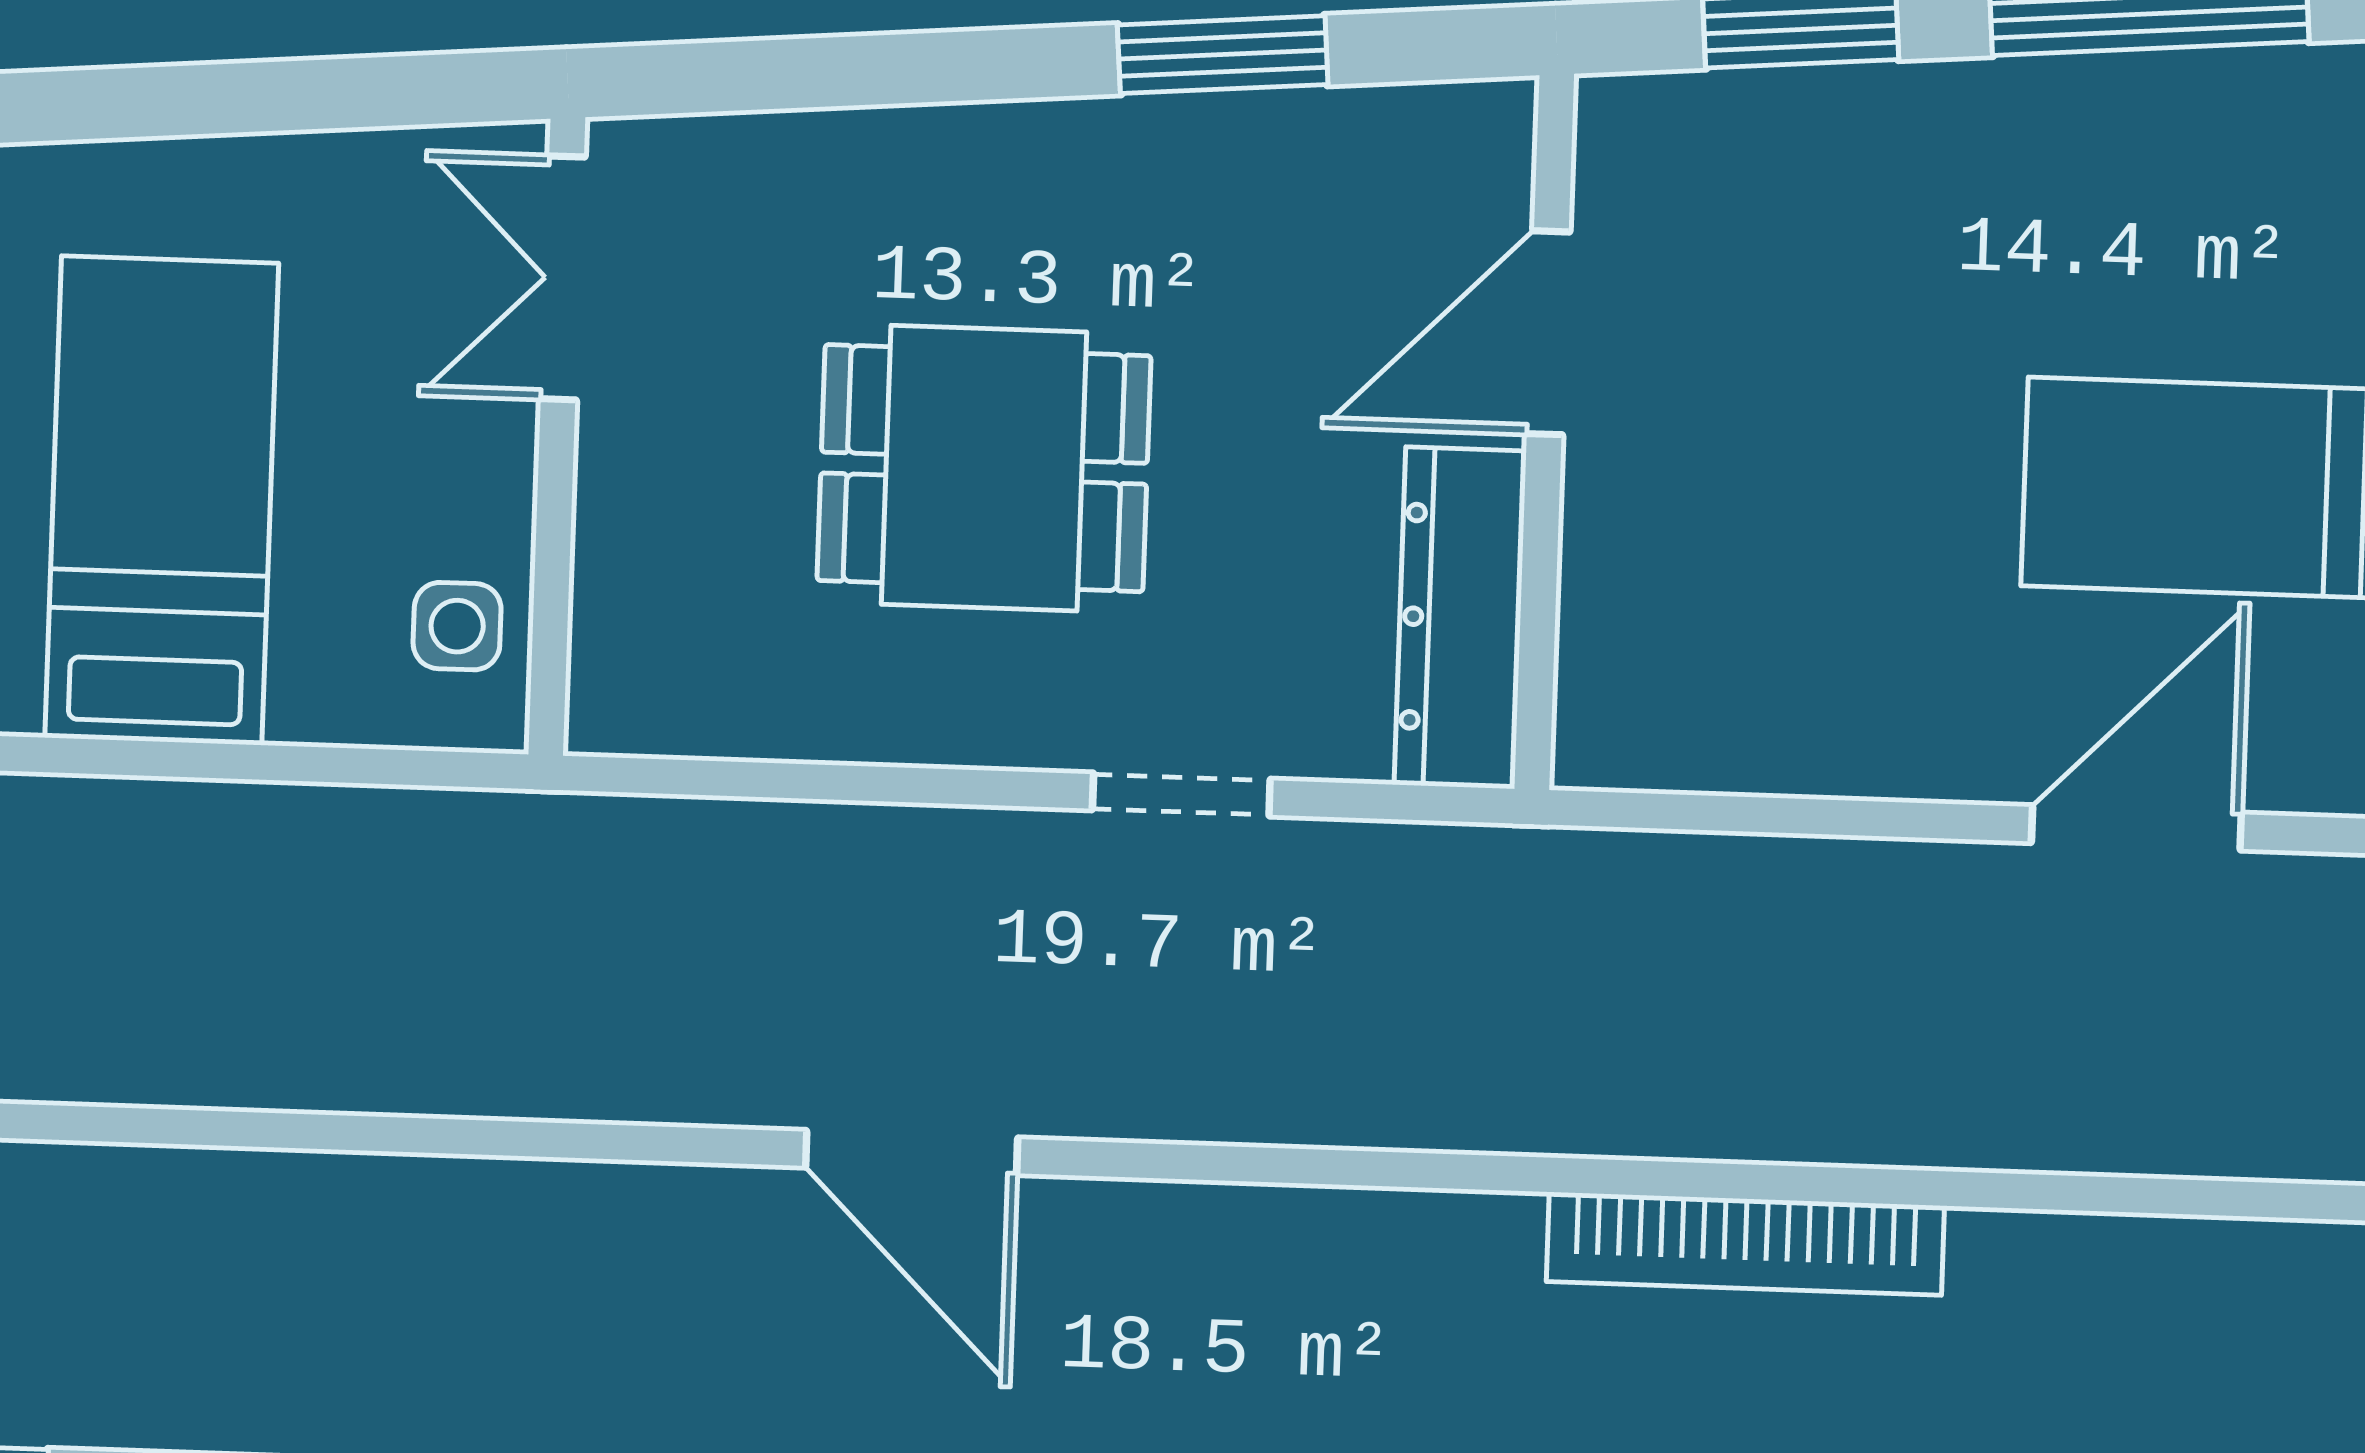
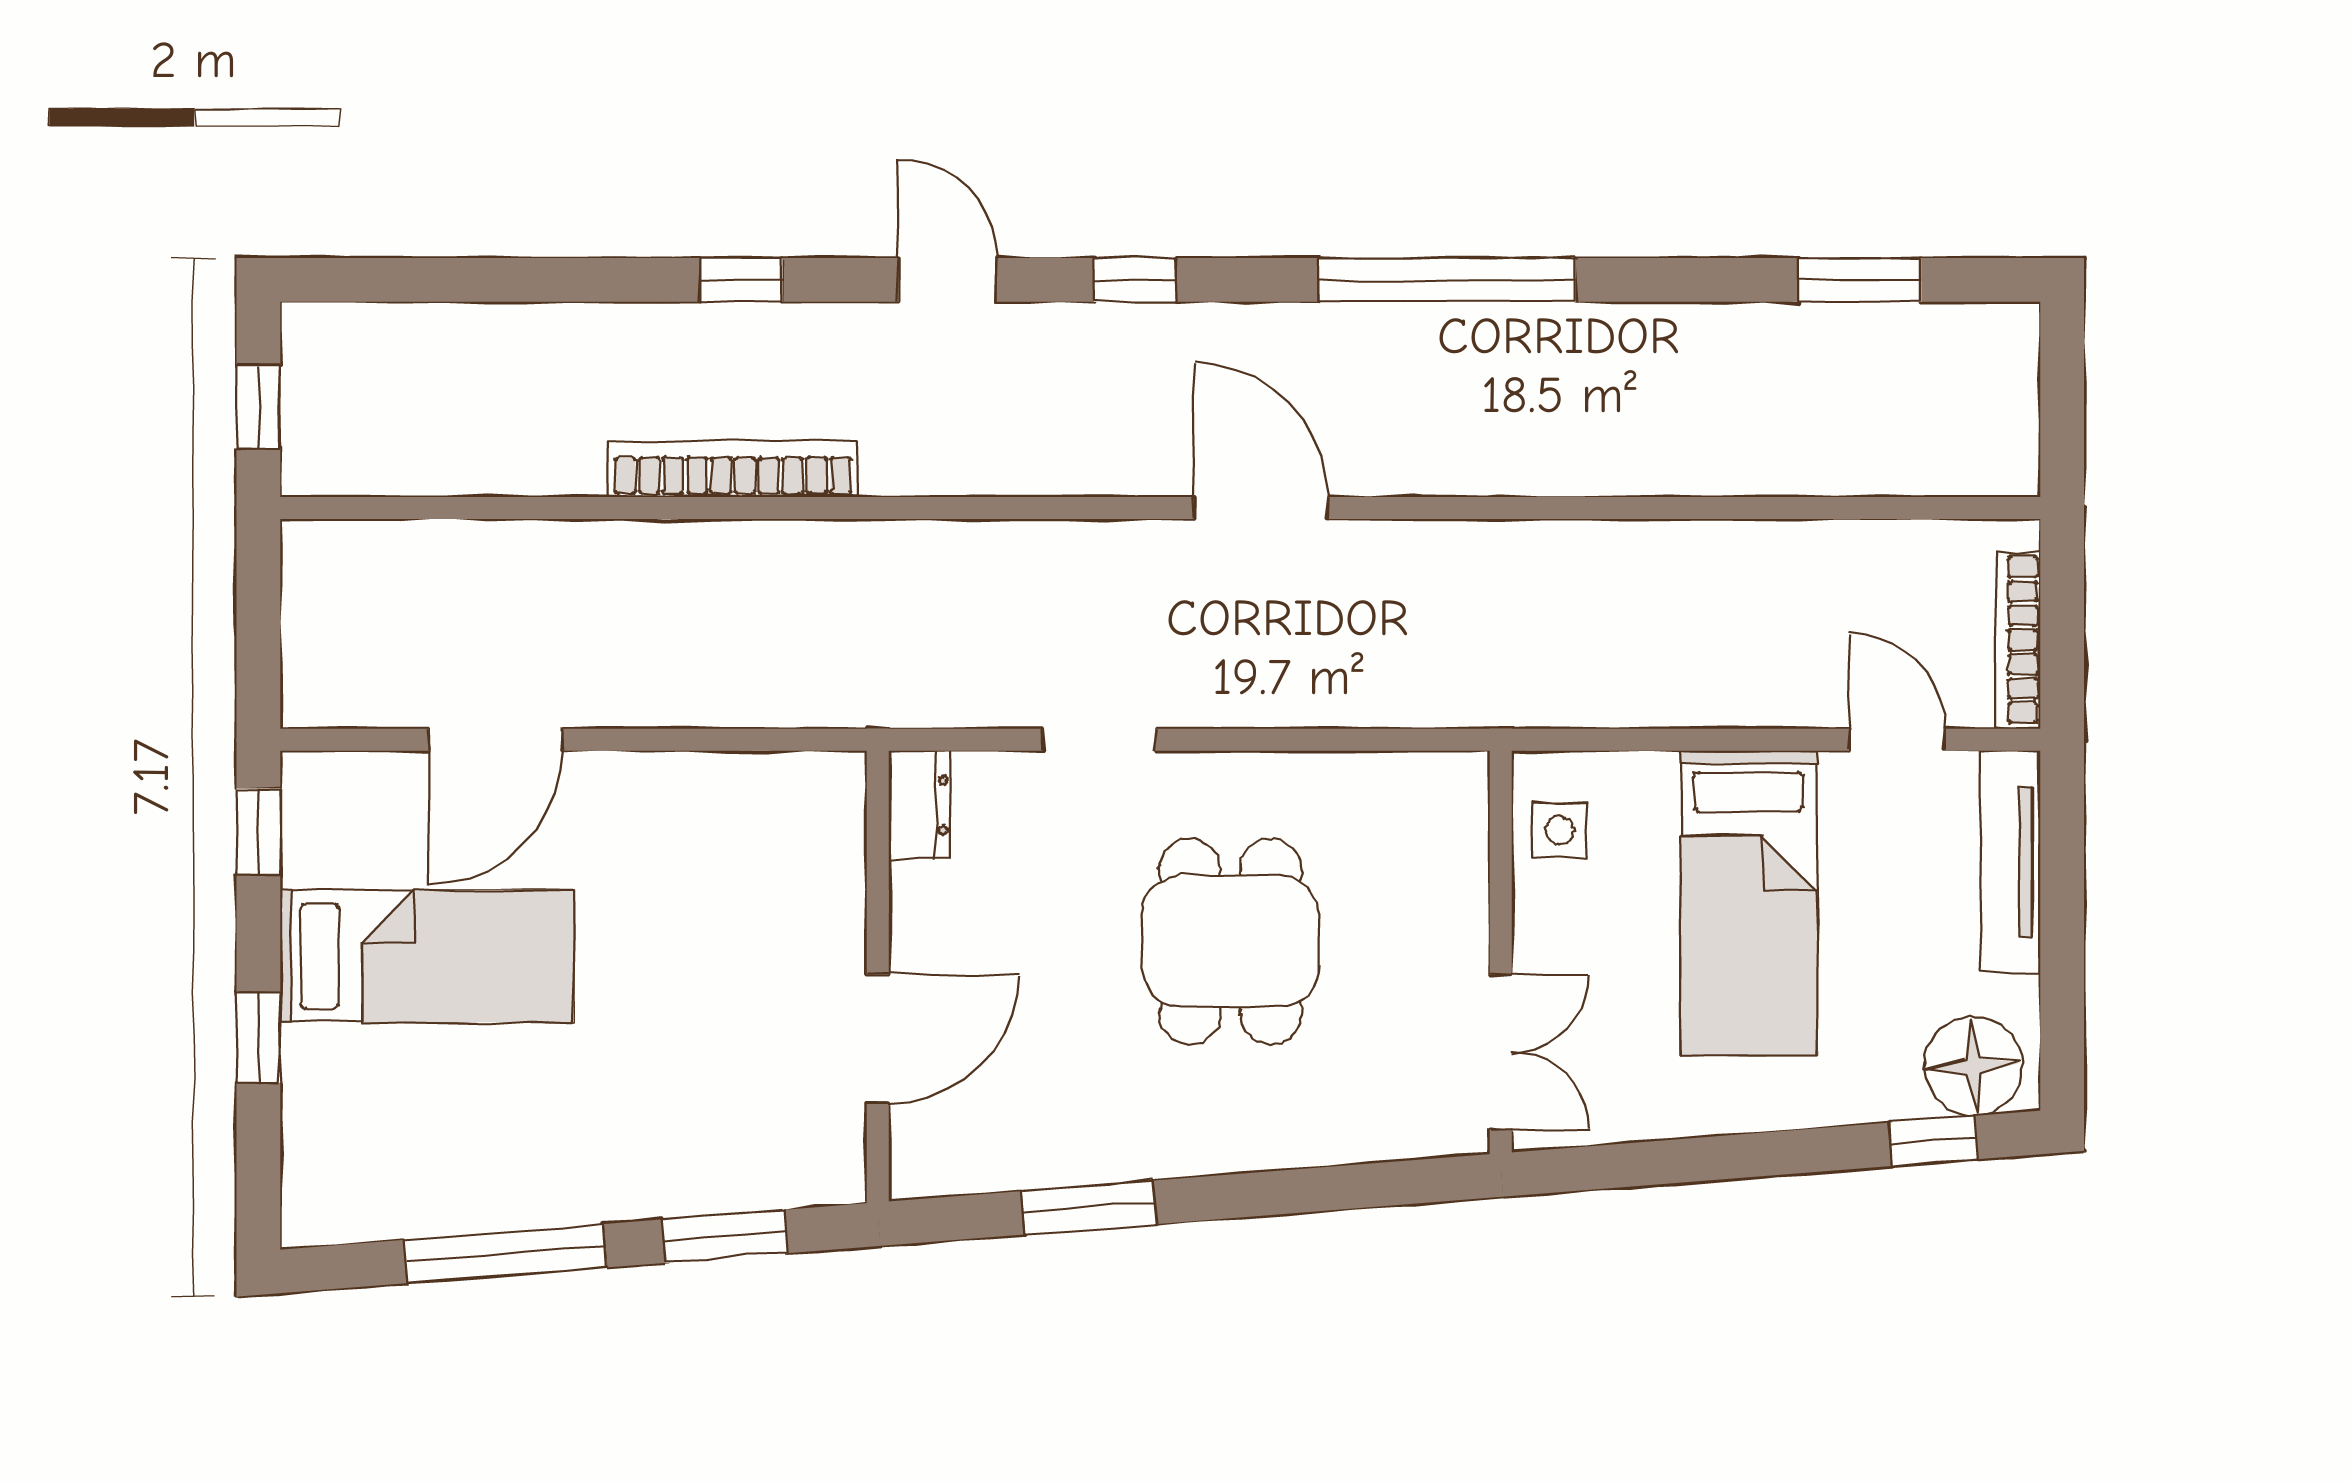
dining table: (984, 468) -> (1230, 941), turned 90
dresser: (1460, 618) -> (919, 805), width x0.51, depth x0.80

